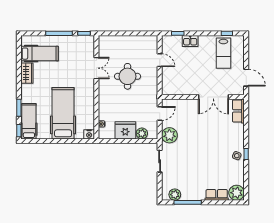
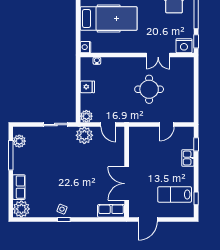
nightstand: (88, 45) -> (184, 46), added
fridge: (125, 130) -> (87, 87), width x0.53, depth x0.75
plant: (142, 133) -> (86, 116), moved

